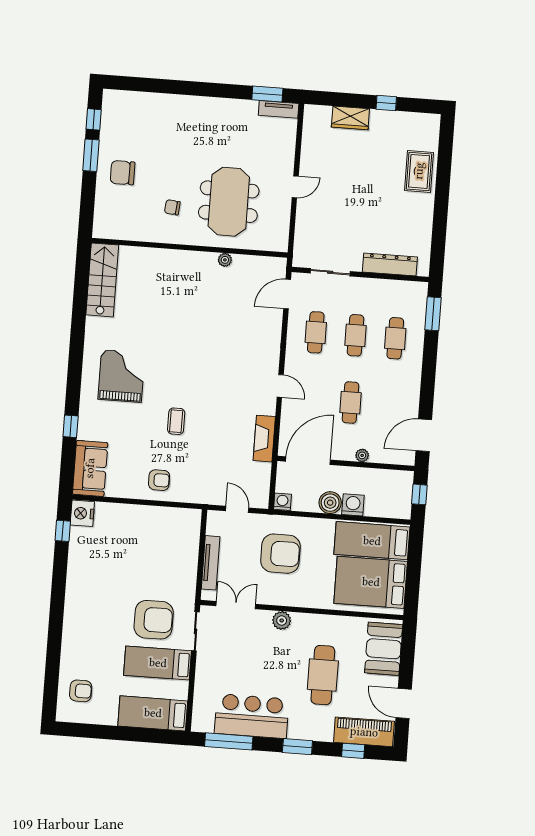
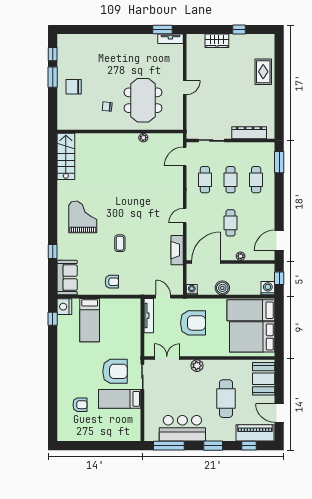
door: (280, 386) -> (185, 216), swing flipped
washing machine: (353, 505) -> (268, 288), moved
tv unit: (211, 563) -> (149, 316), moved
armchair: (81, 691) -> (80, 405), moved
bed: (153, 713) -> (90, 320), moved, turned -90

